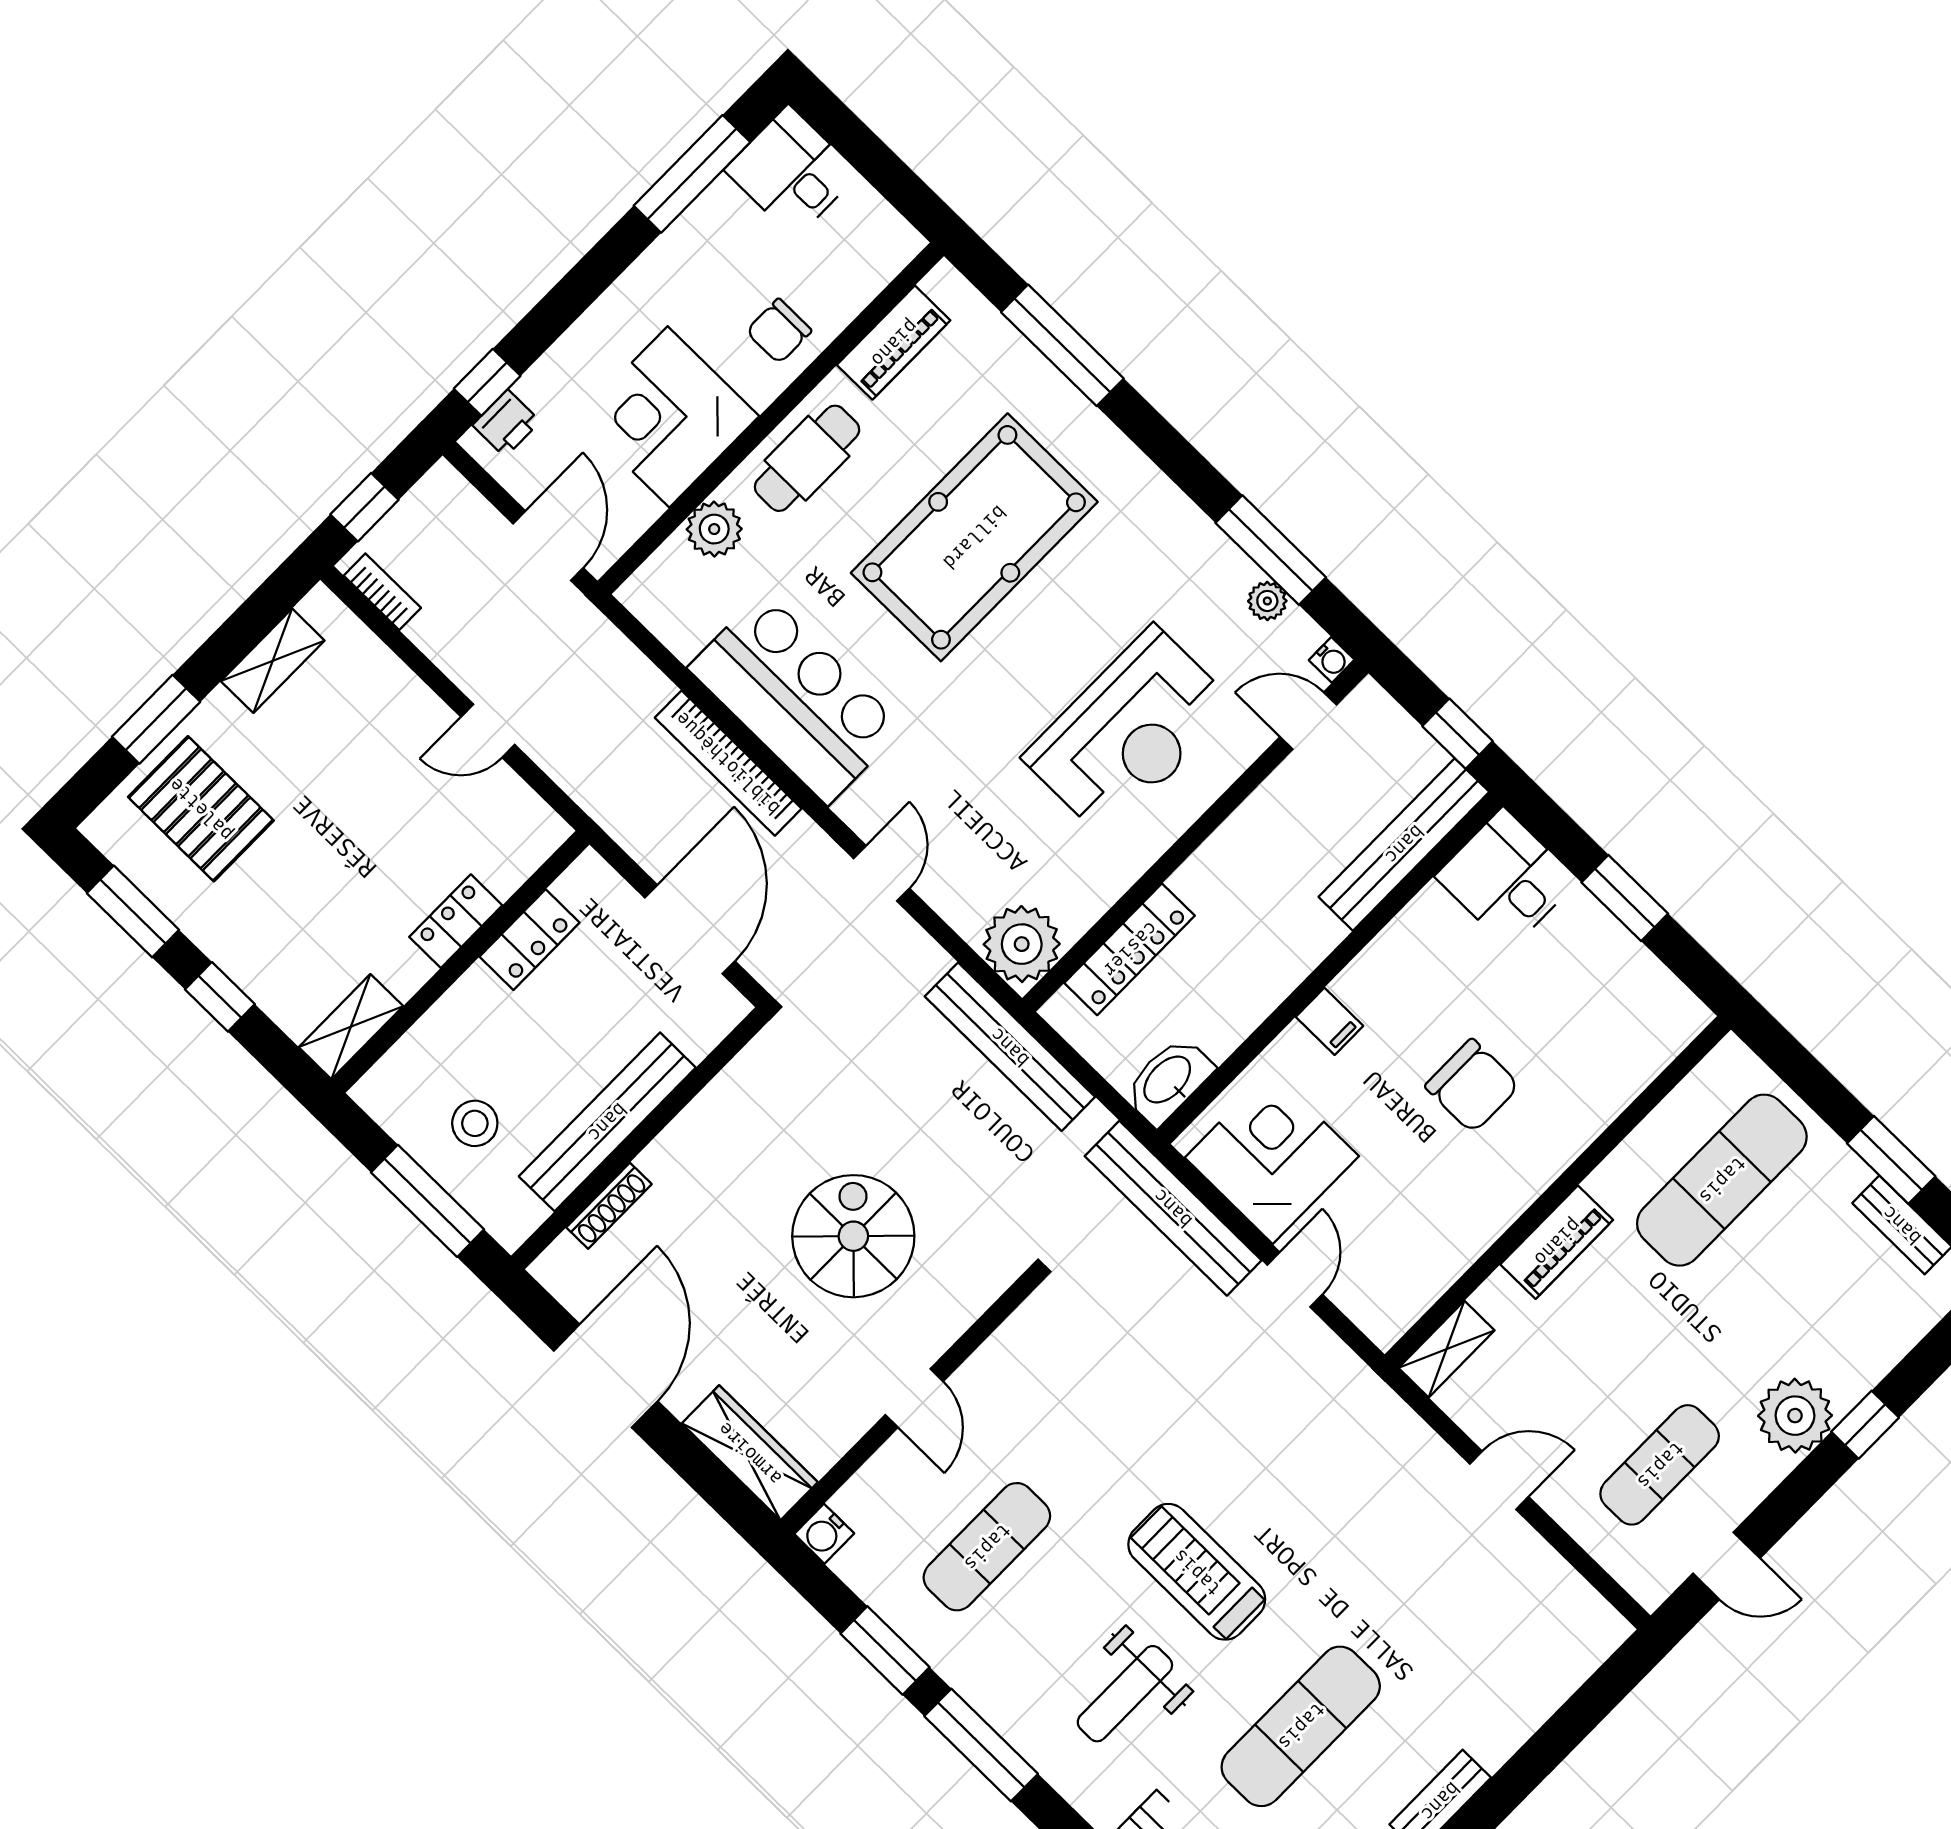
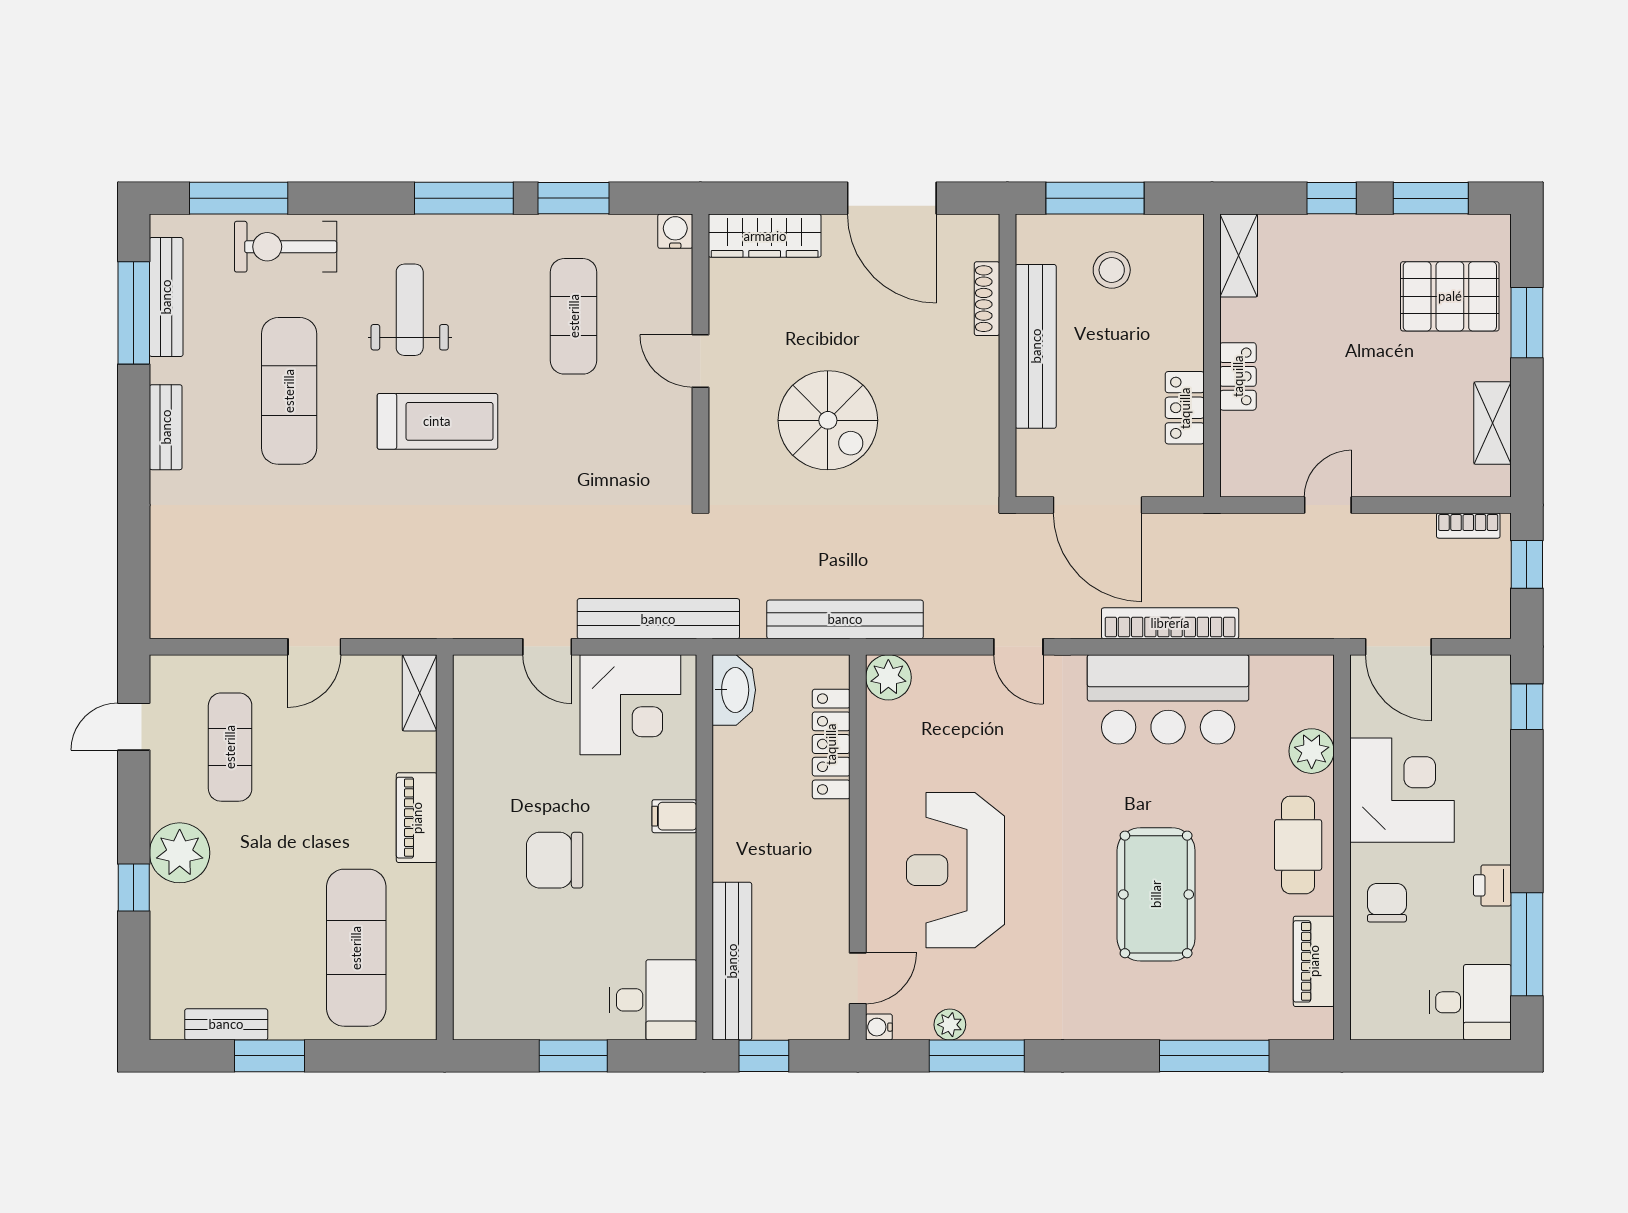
printer: (506, 423) -> (1492, 885), moved
pool table: (974, 537) -> (1156, 894), width x0.73, depth x0.76
plant: (1022, 944) -> (888, 677), width x0.73, depth x0.73

